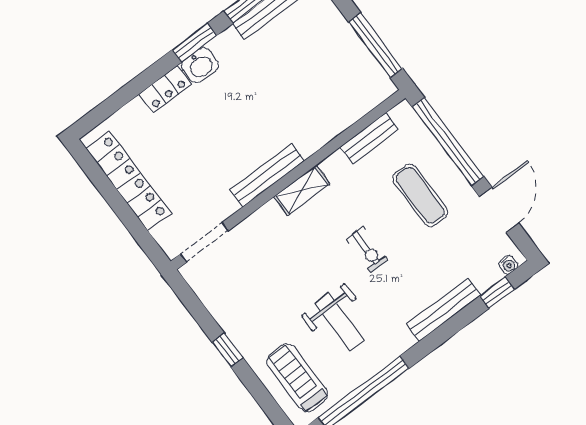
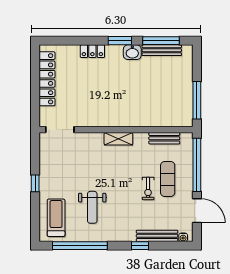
washbasin: (200, 65) -> (132, 52), moved
bench: (267, 175) -> (108, 121), removed
door: (499, 210) -> (197, 211), hinge flipped
exercise bike: (367, 249) -> (148, 188), moved
window: (497, 293) -> (140, 246), moved
bench: (444, 310) -> (157, 236), moved

